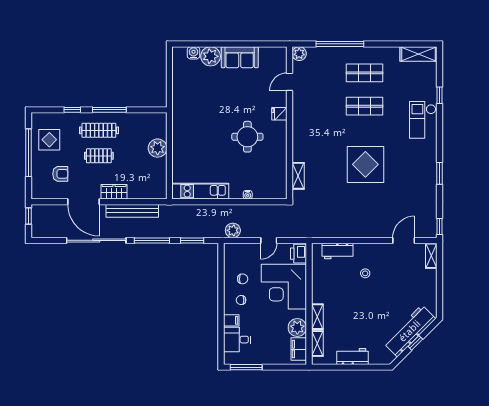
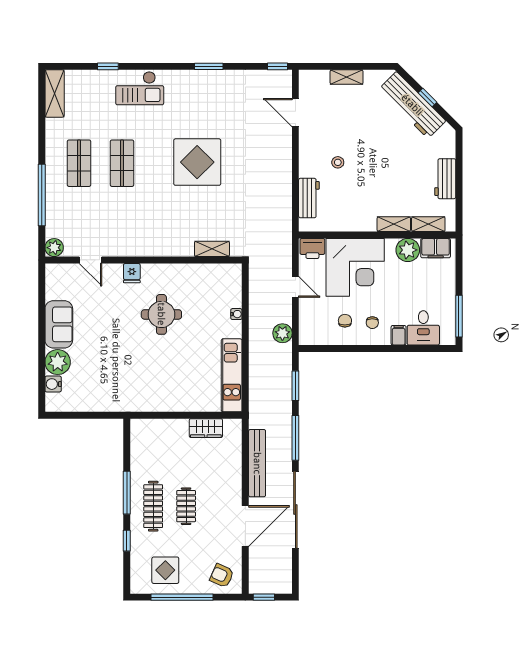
plant: (158, 148) -> (176, 430), removed
armchair: (60, 174) -> (222, 576), moved, turned -66
wardrobe: (114, 192) -> (206, 428), moved, turned -90
shelving: (431, 256) -> (347, 77), moved

